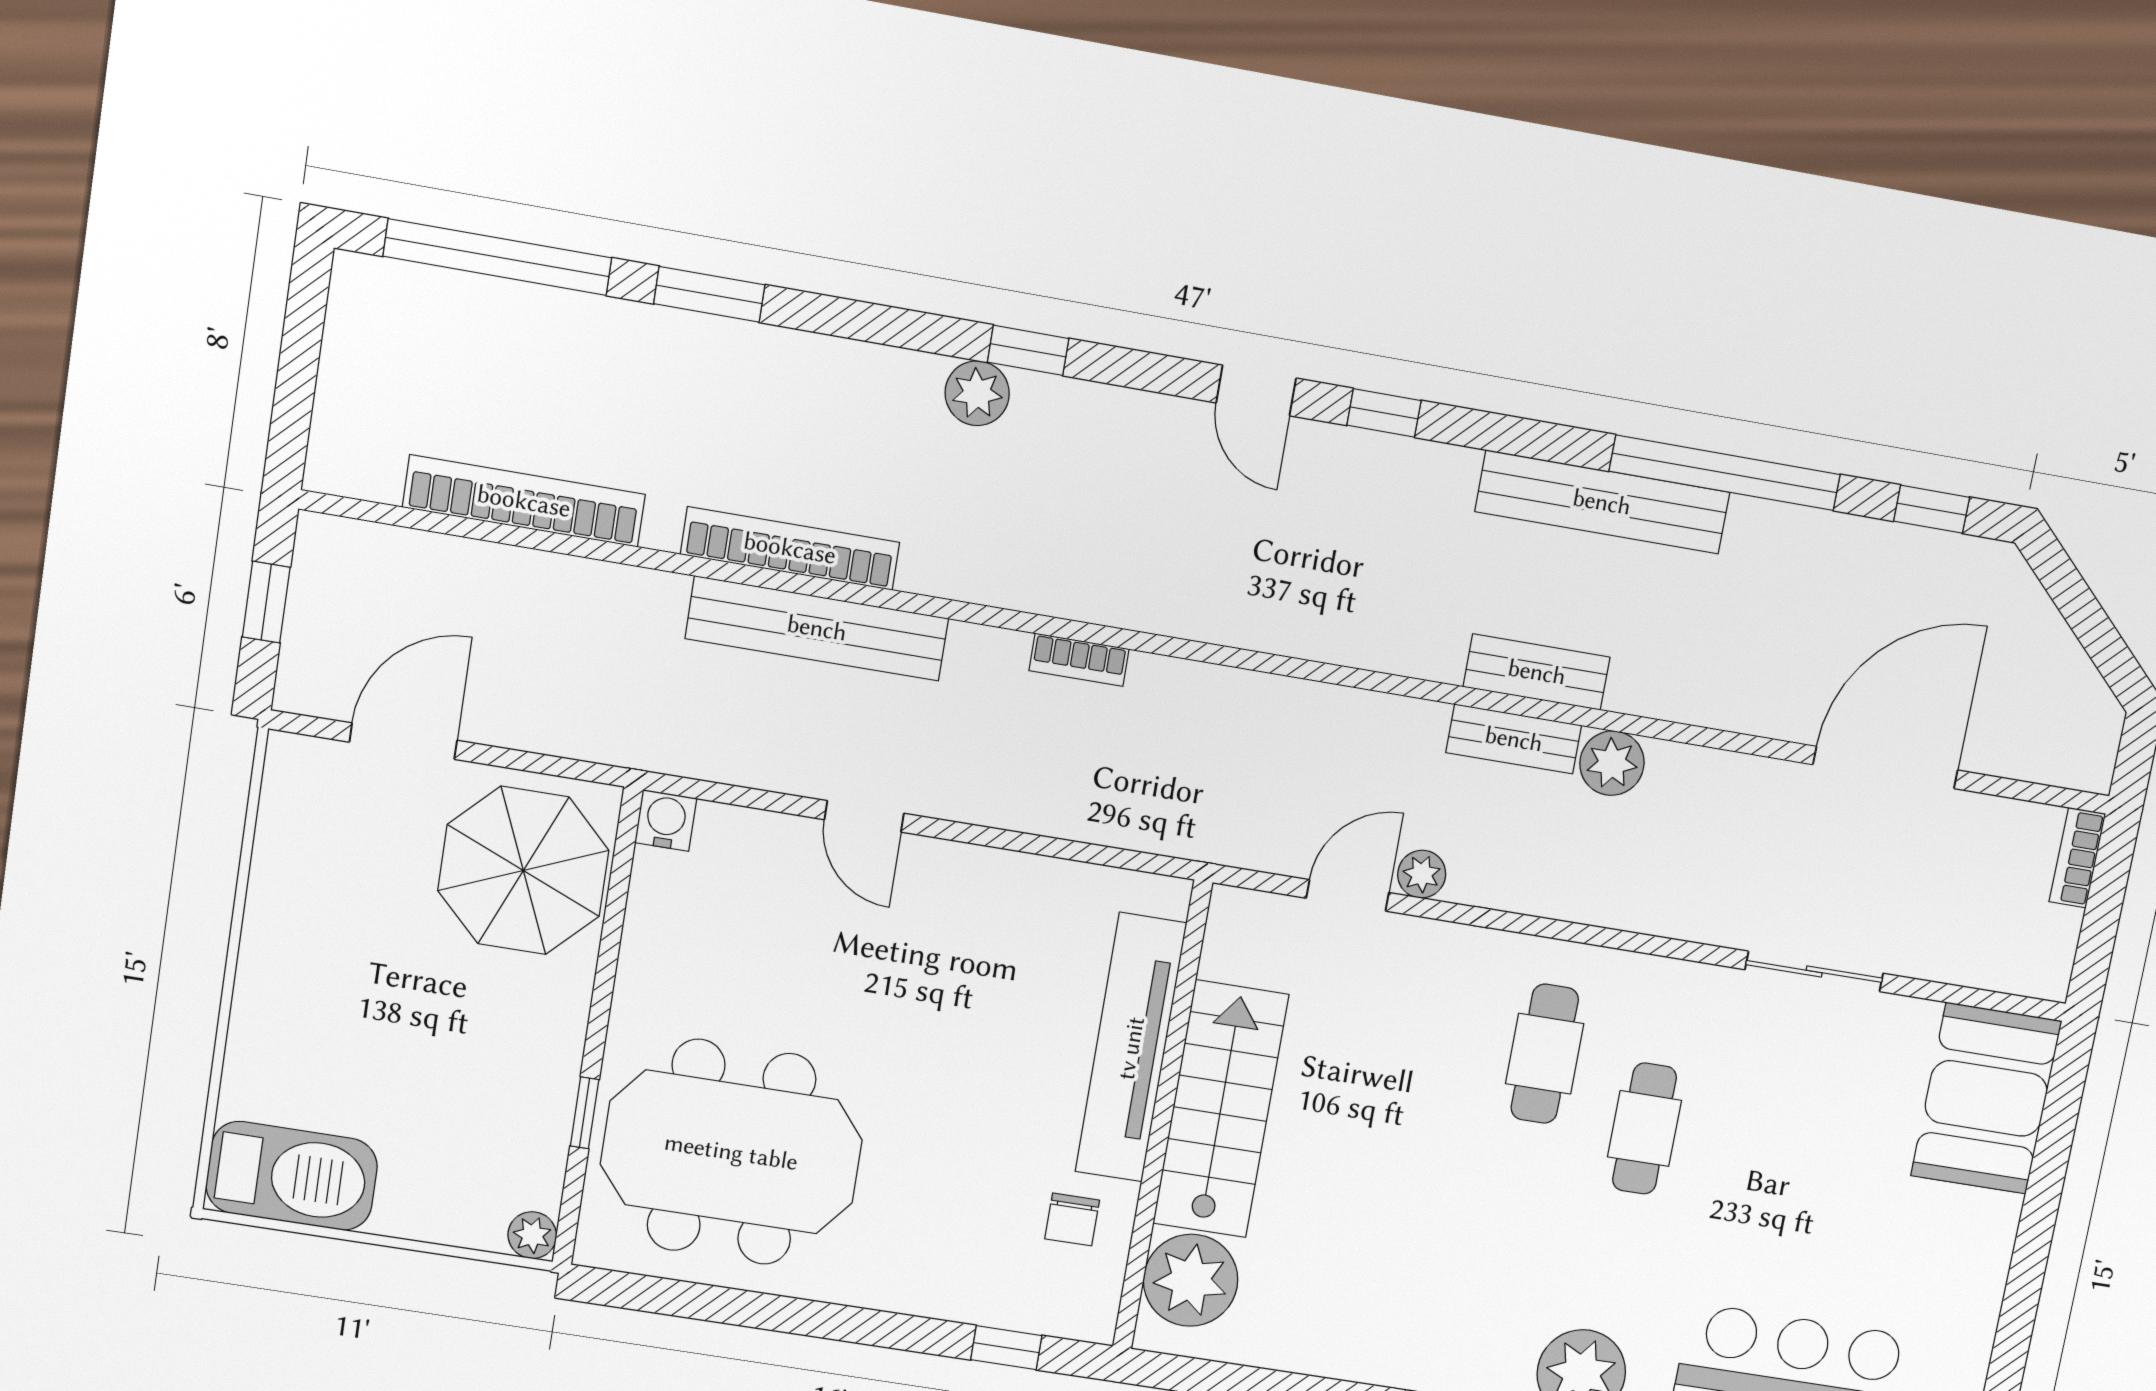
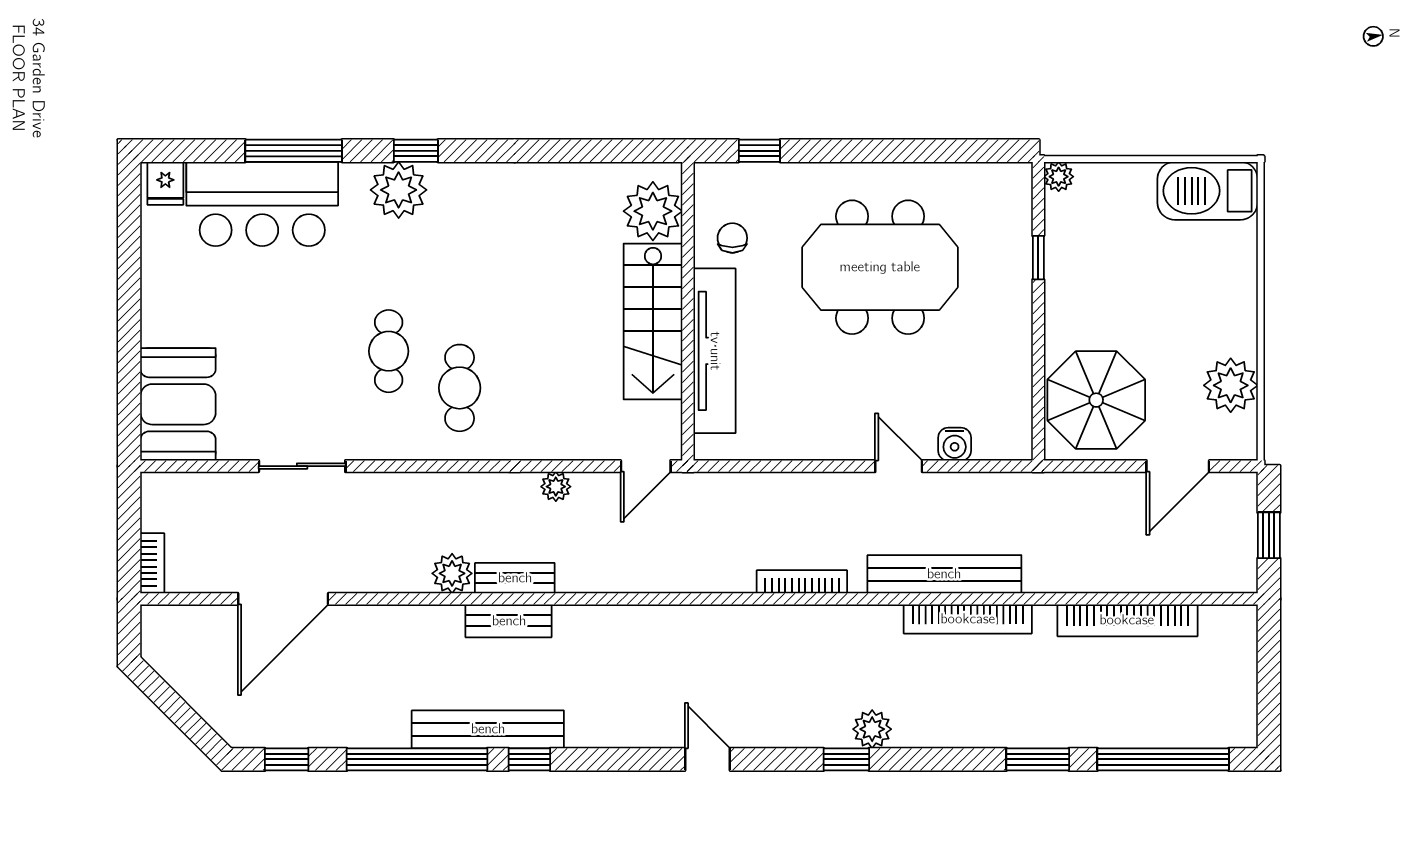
window: (1384, 413) -> (529, 759), moved
bookcase: (1079, 660) -> (802, 582), width x1.56
water cooler: (666, 820) -> (955, 444), moved
plant: (297, 859) -> (1231, 385), added
door: (1348, 895) -> (646, 466), moved
meeting table: (731, 1152) -> (880, 267), moved

